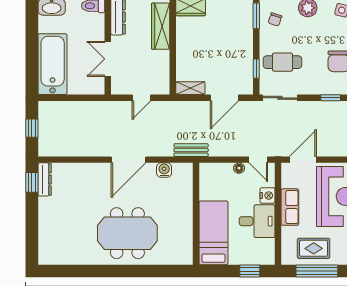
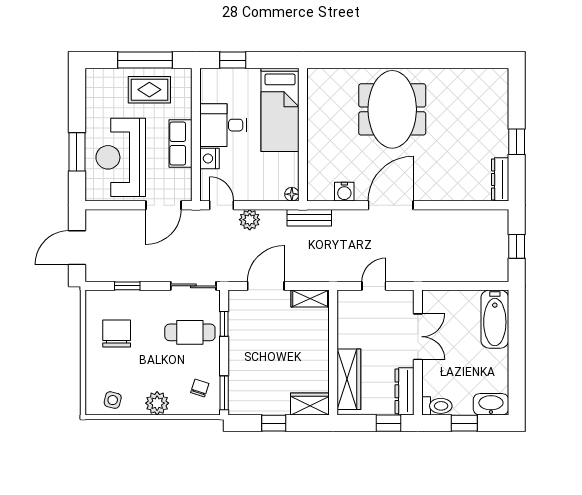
bathtub: (53, 64) -> (495, 319), width x0.73, depth x0.73
plant: (237, 149) -> (250, 220), added
floor lamp: (239, 168) -> (292, 194), moved
window: (32, 182) -> (517, 142), moved
meeting table: (127, 233) -> (392, 109), turned 90

